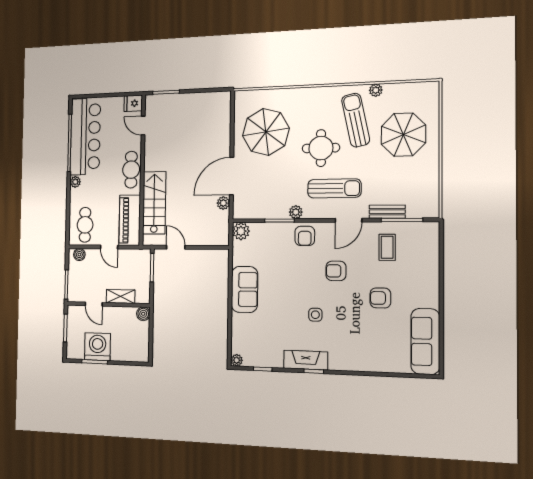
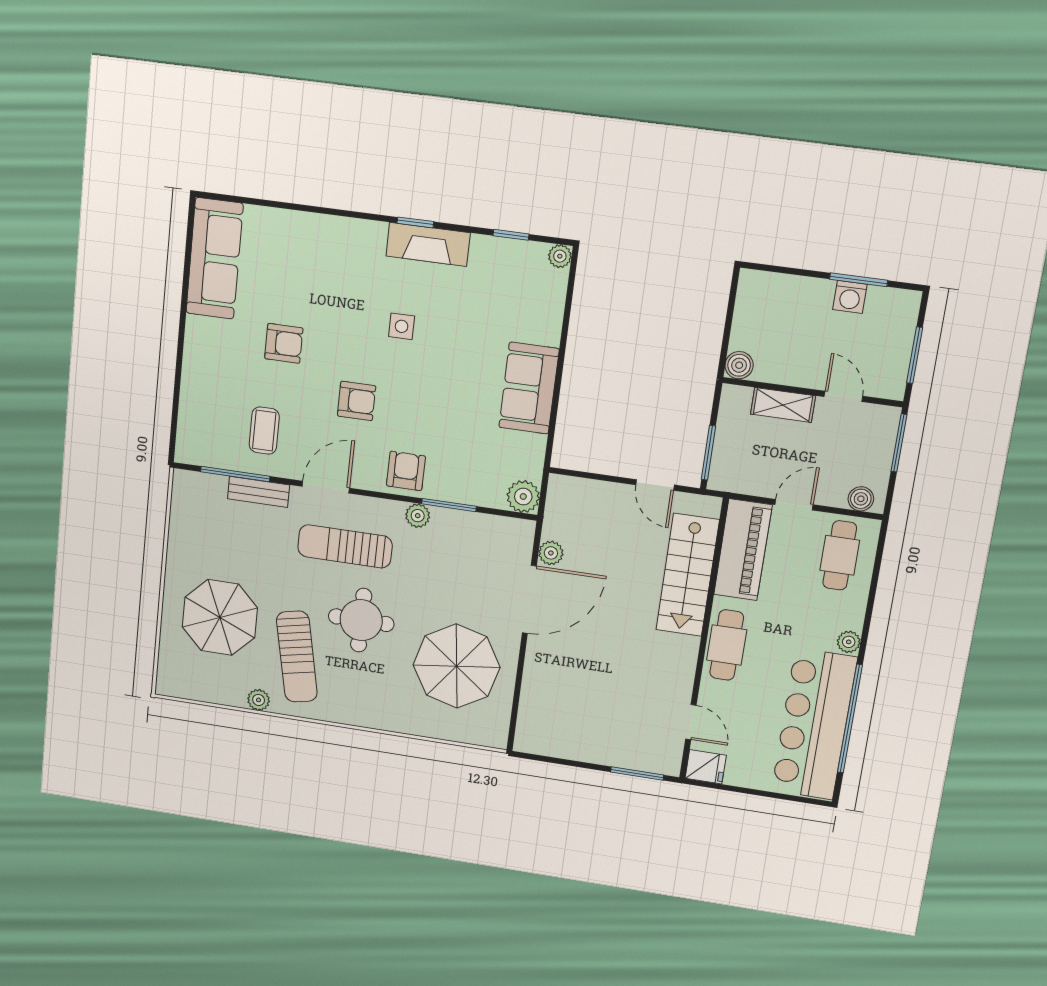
door: (109, 247) -> (794, 505), hinge flipped
washing machine: (97, 347) -> (850, 297), width x0.53, depth x0.53

